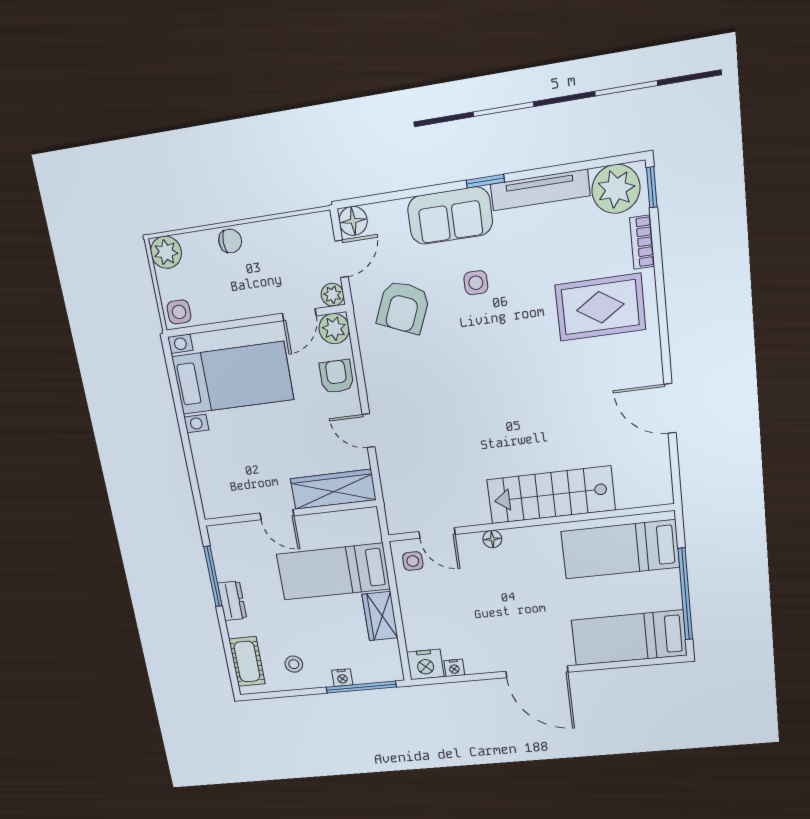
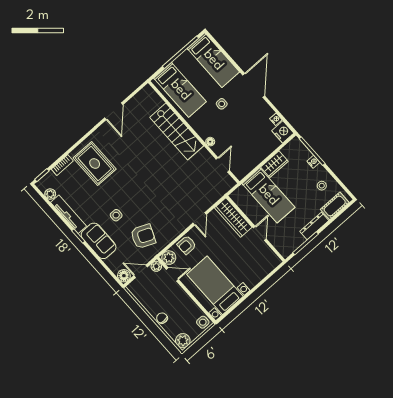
plant: (616, 189) -> (50, 194), width x0.53, depth x0.53
side table: (413, 561) -> (222, 104), moved
dresser: (232, 601) -> (314, 226), width x1.44

